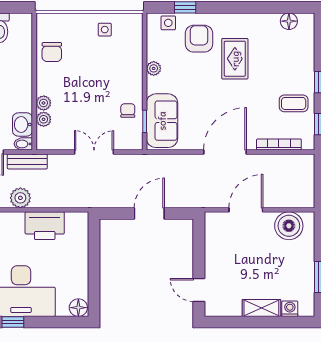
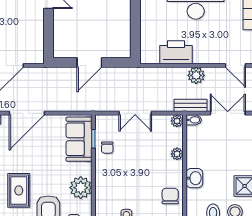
plant: (154, 68) -> (81, 188), width x1.88, depth x1.88
plant: (44, 119) -> (177, 121), moved
washbasin: (23, 125) -> (194, 178), moved

